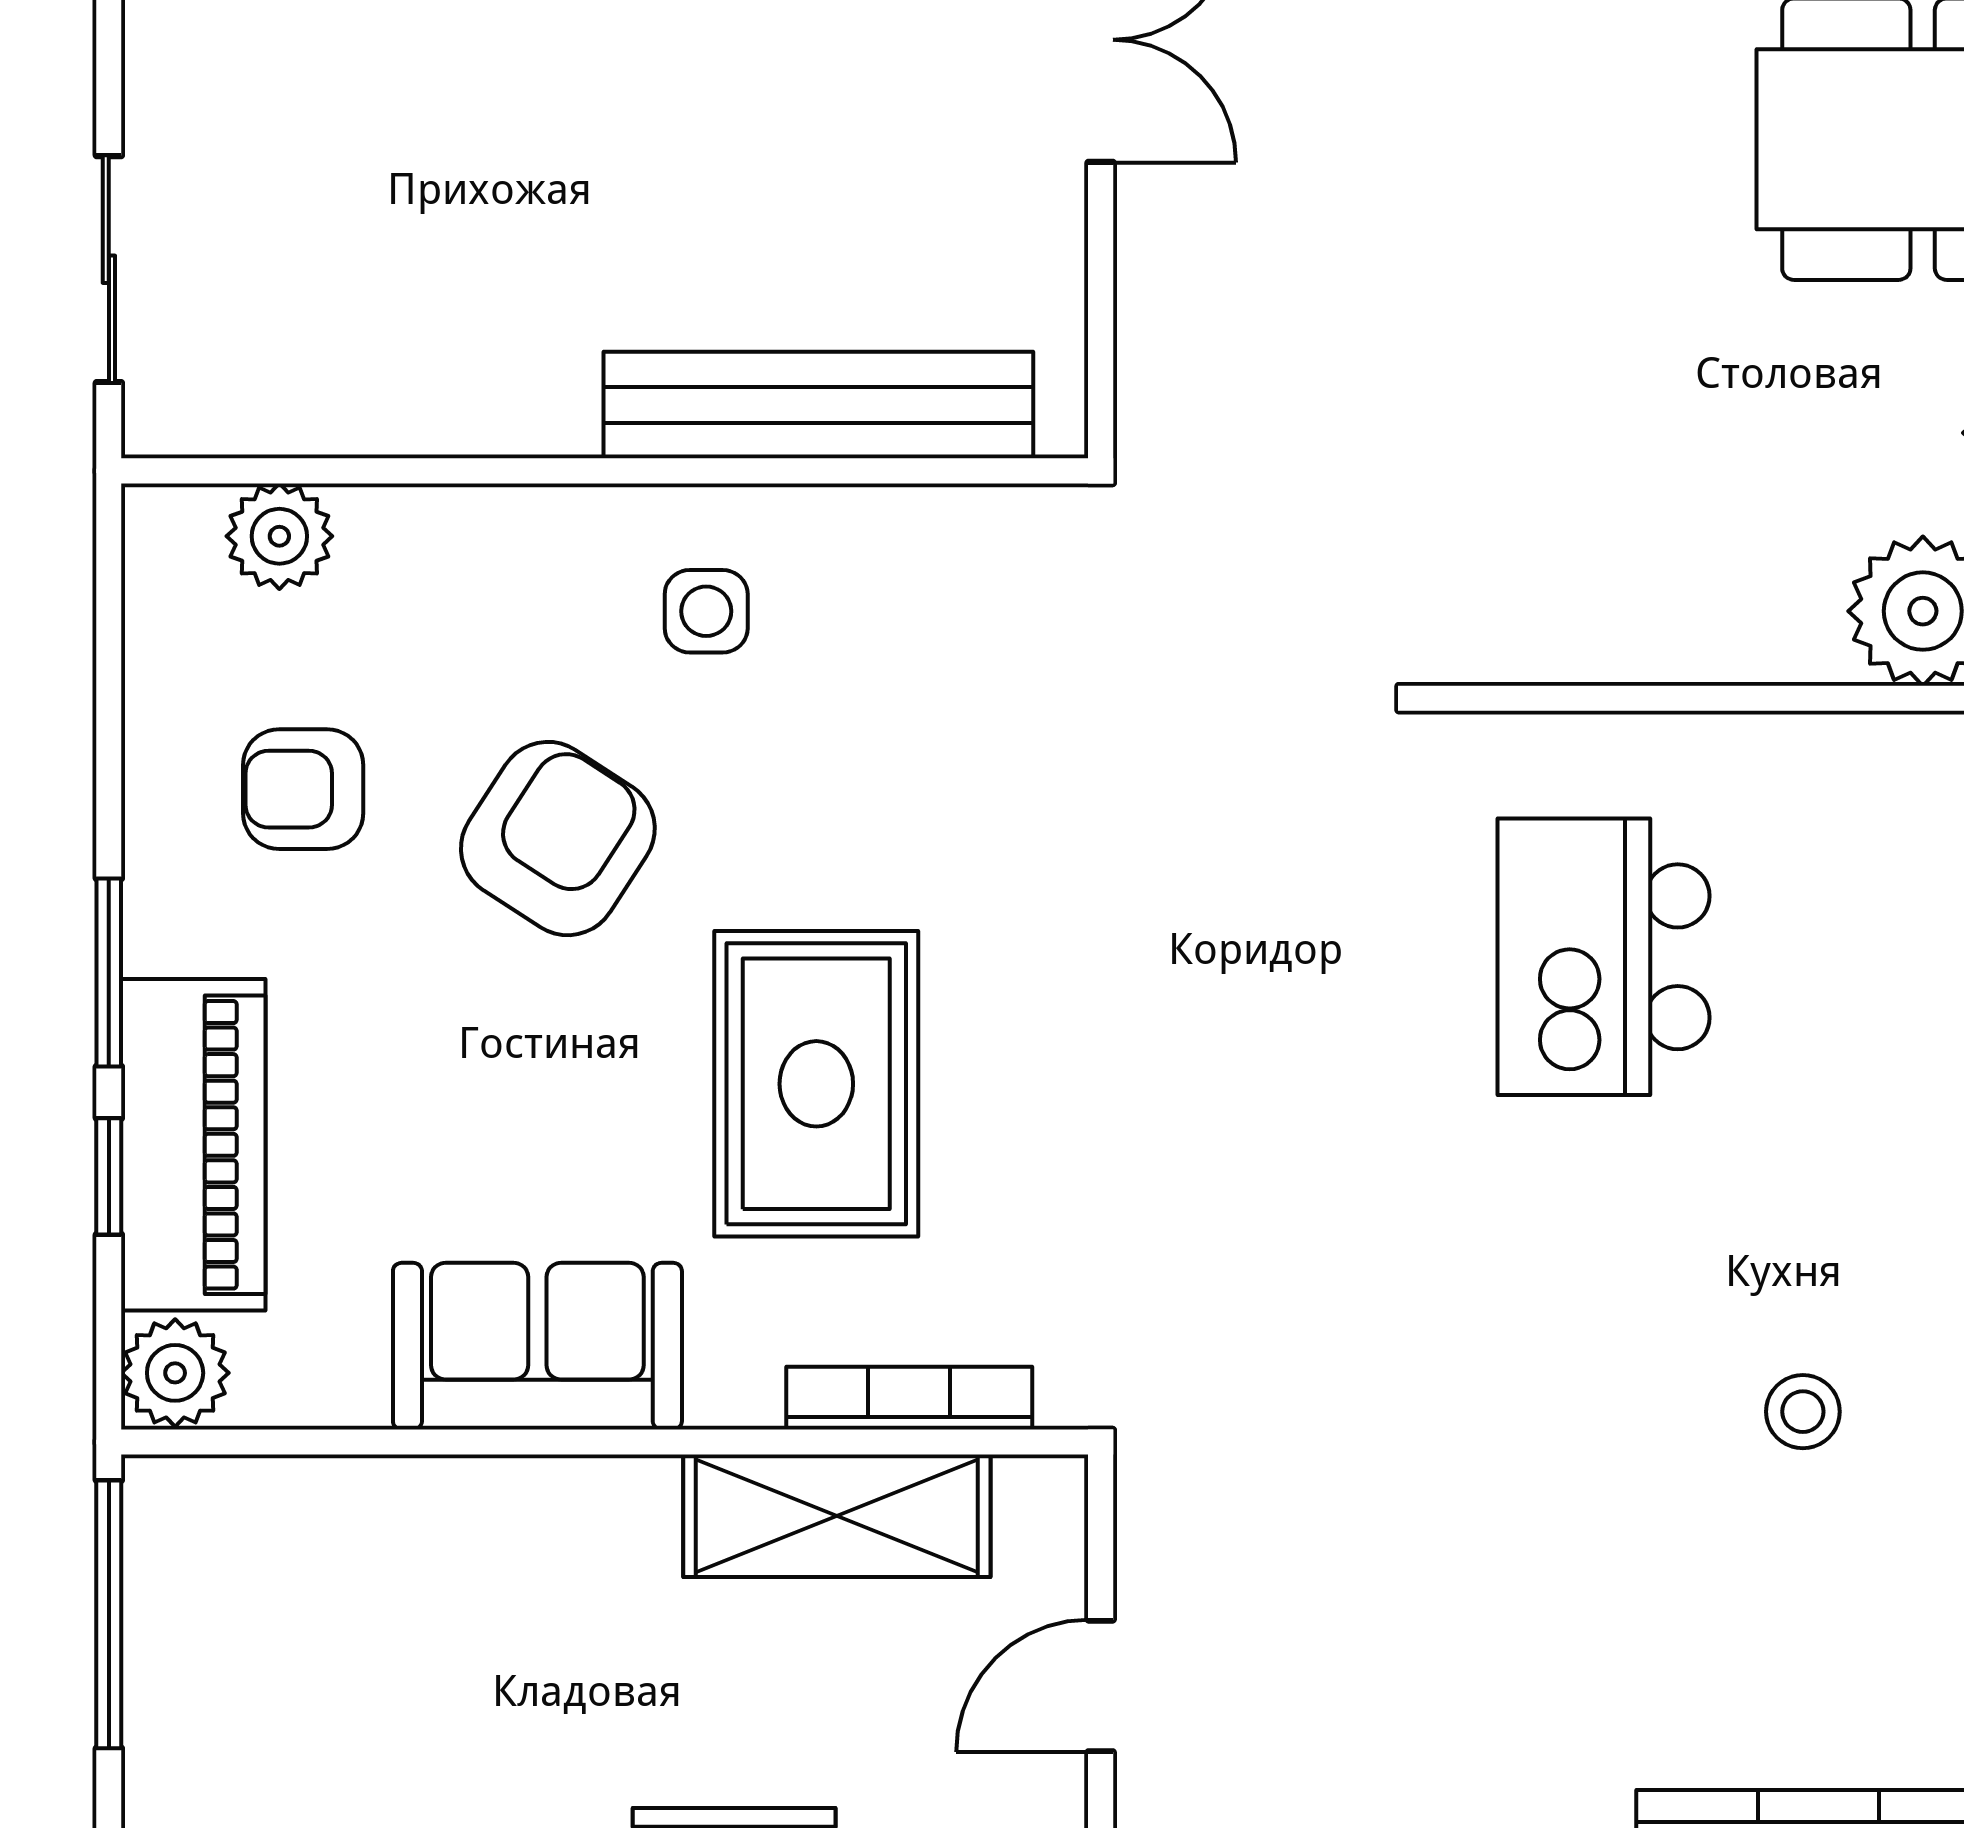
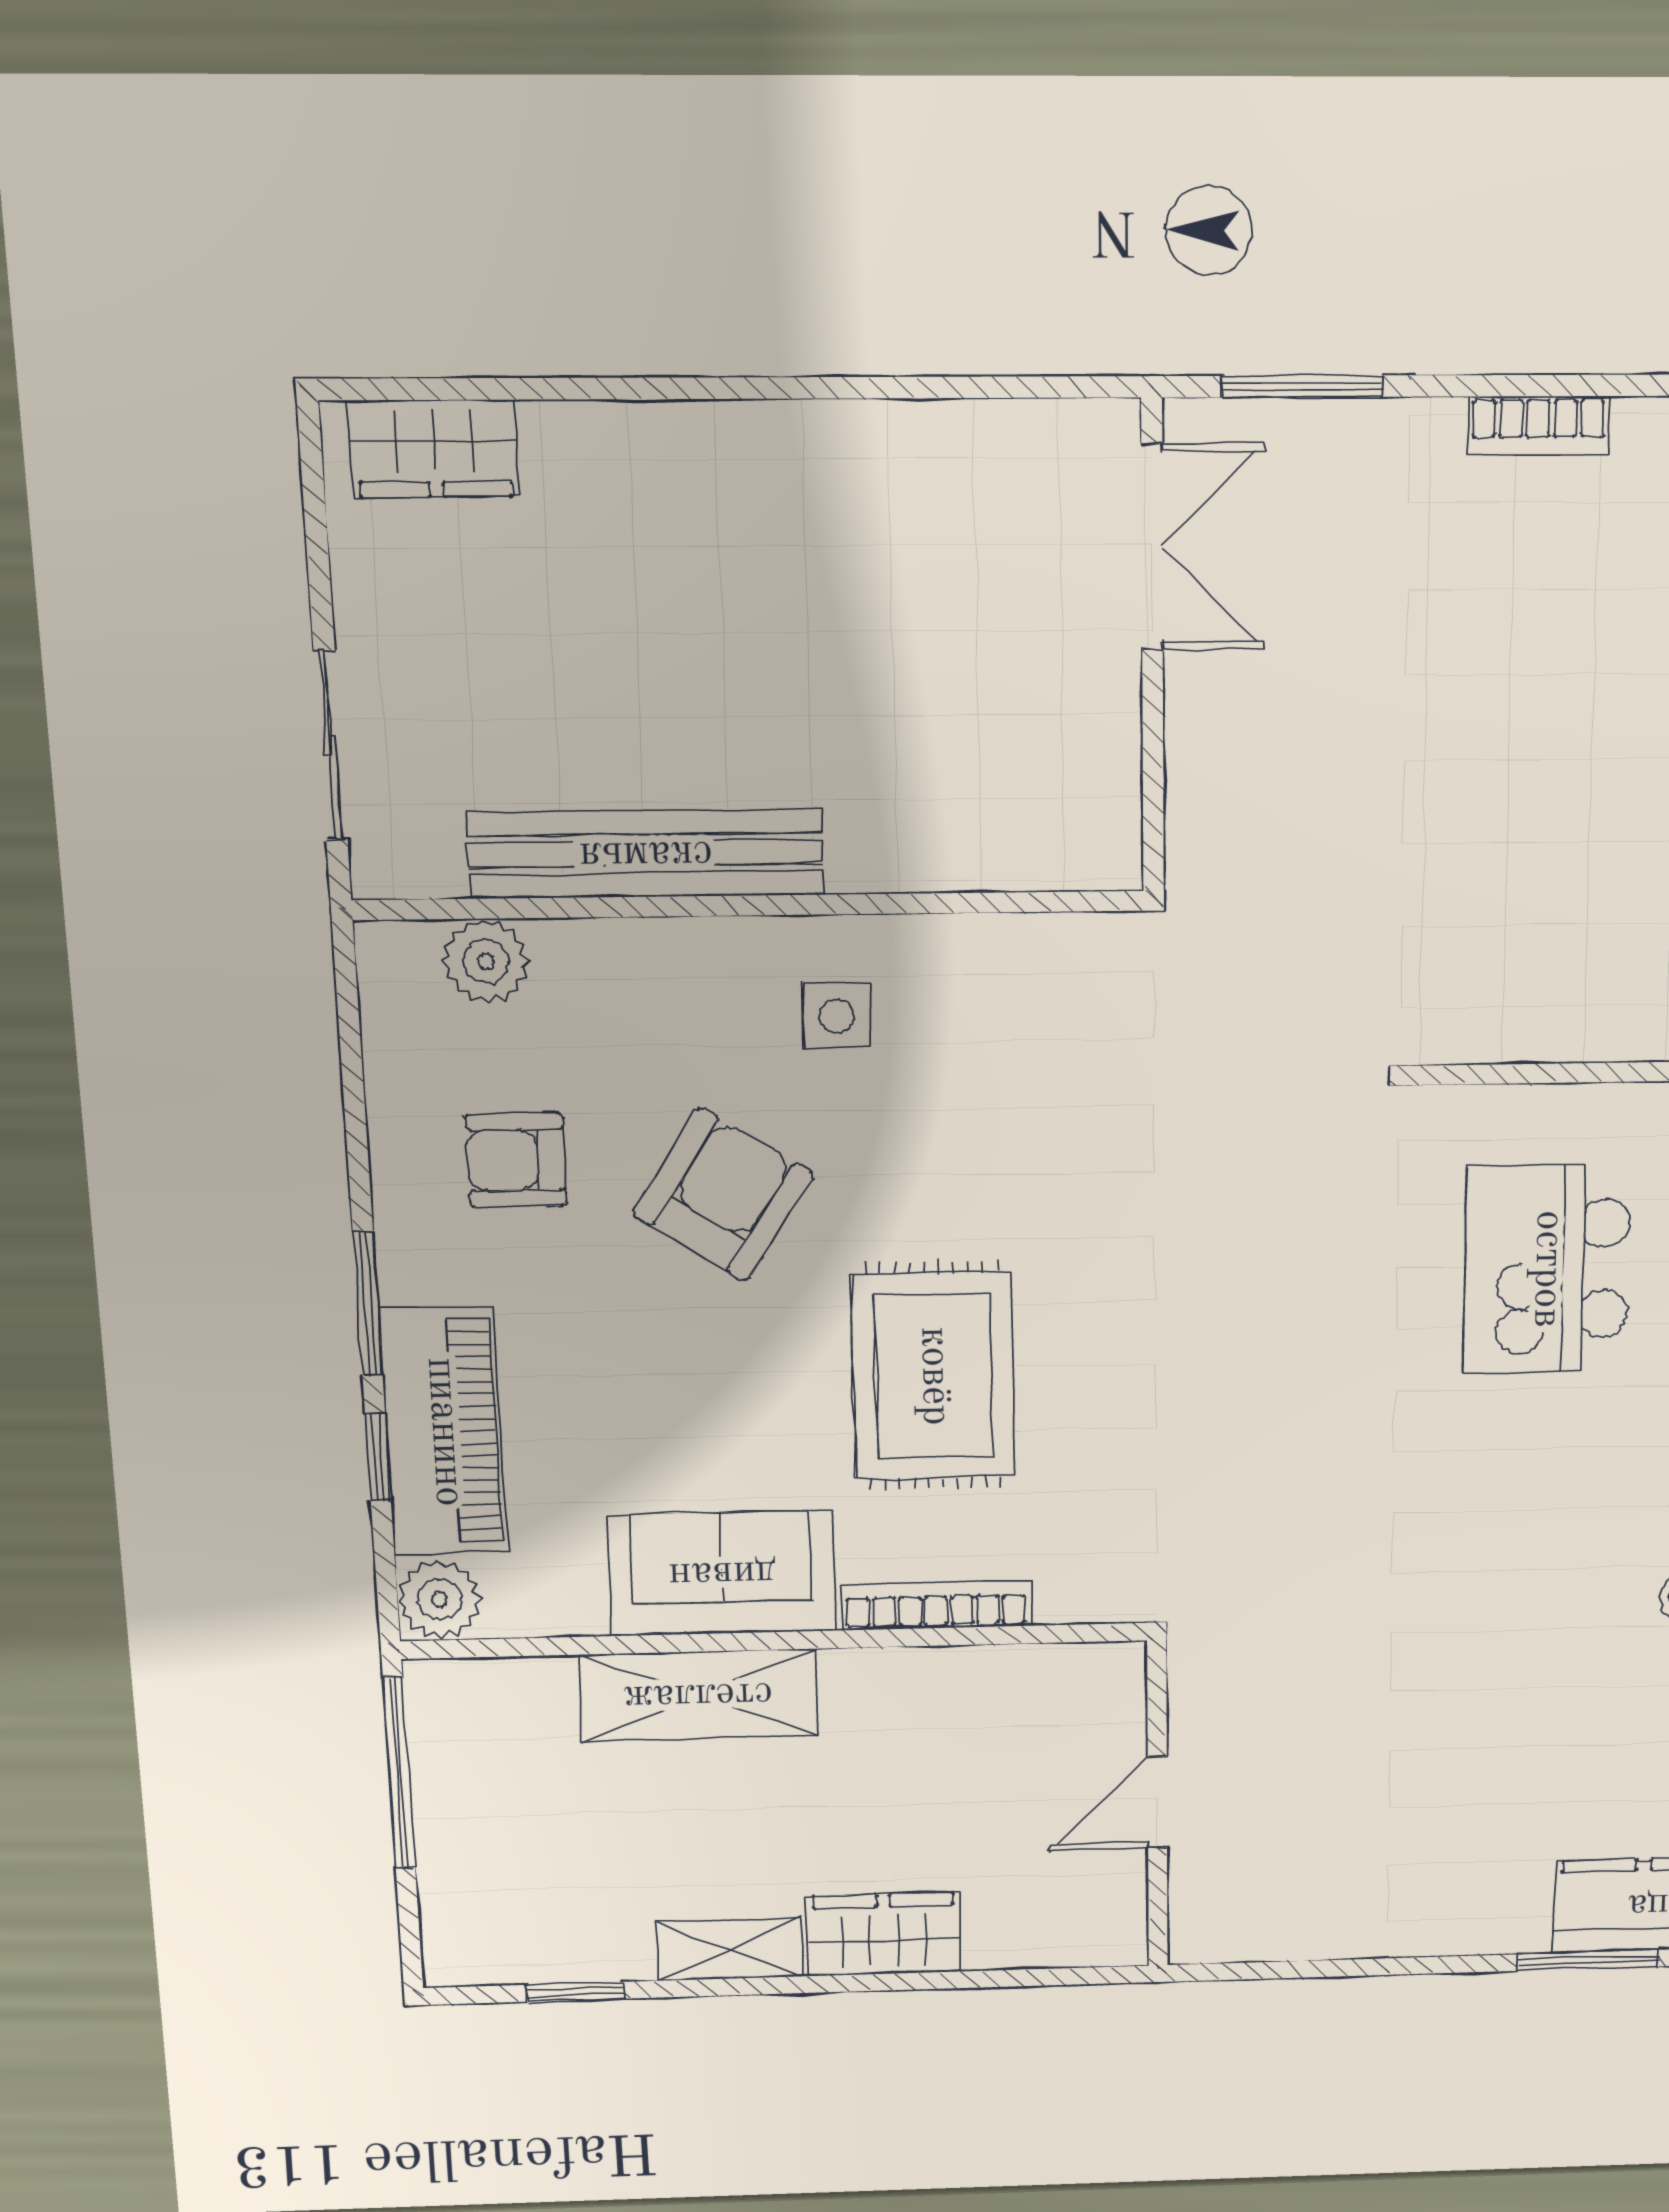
bench: (818, 405) -> (646, 854), moved
bookcase: (909, 1398) -> (936, 1606), moved
shelving: (837, 1516) -> (698, 1695), moved

